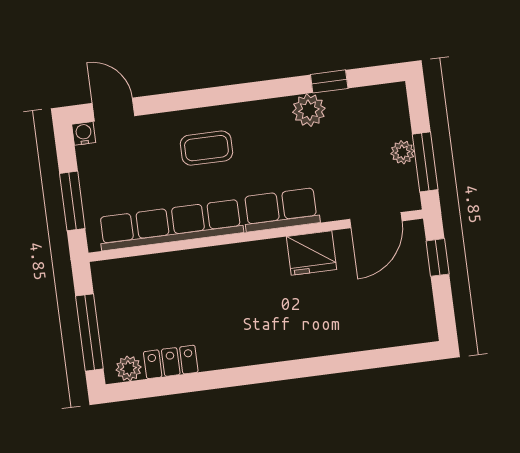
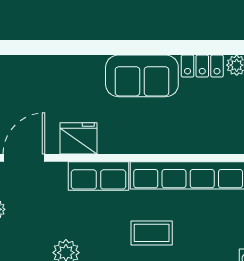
sofa: (243, 340) -> (142, 76), added

